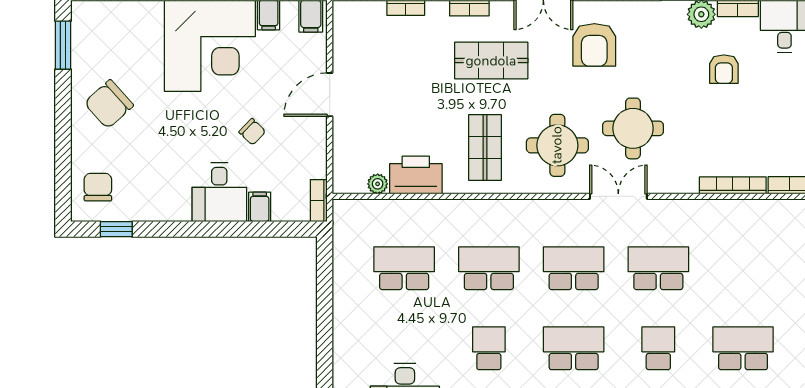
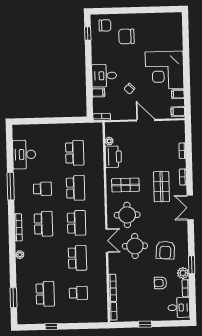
window: (63, 45) -> (163, 9), removed
armchair: (594, 45) -> (165, 250), moved, turned -86
chair: (109, 104) -> (126, 36), moved, turned -48
school desk: (658, 348) -> (78, 293), moved

